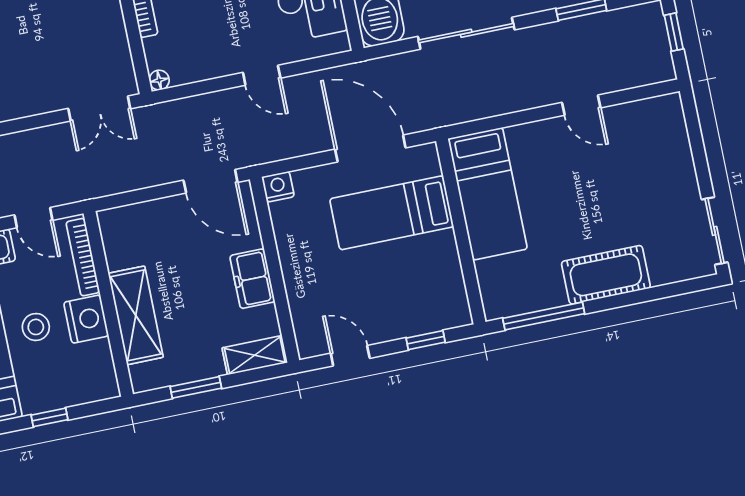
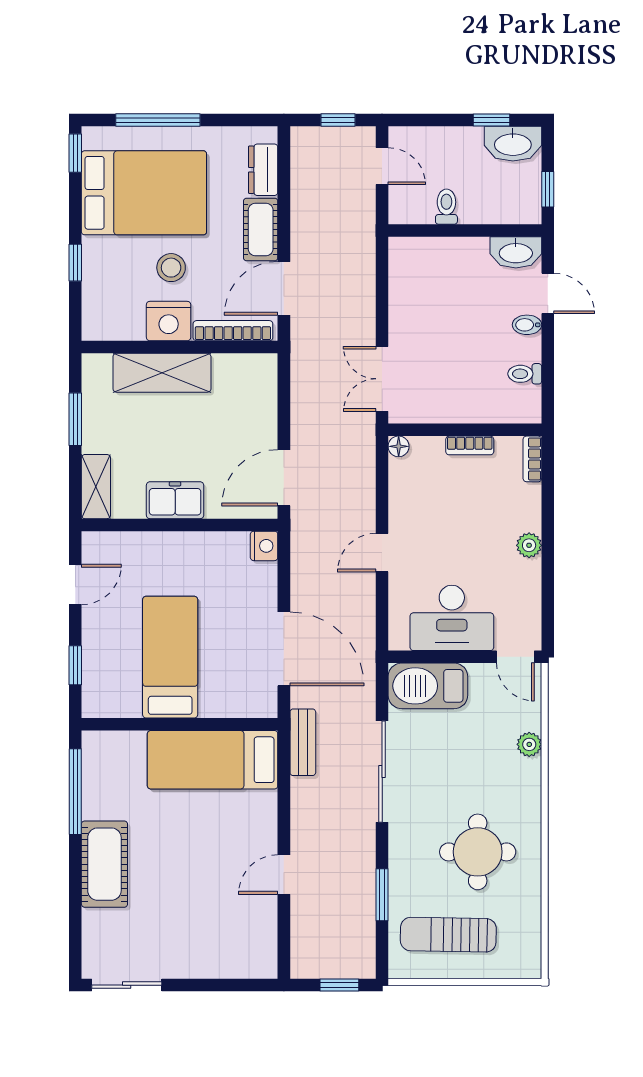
bench: (454, 113) -> (303, 742), added
door: (370, 148) -> (284, 649), hinge flipped
bed: (392, 213) -> (170, 657), moved
door: (33, 218) -> (284, 288), width x1.38

